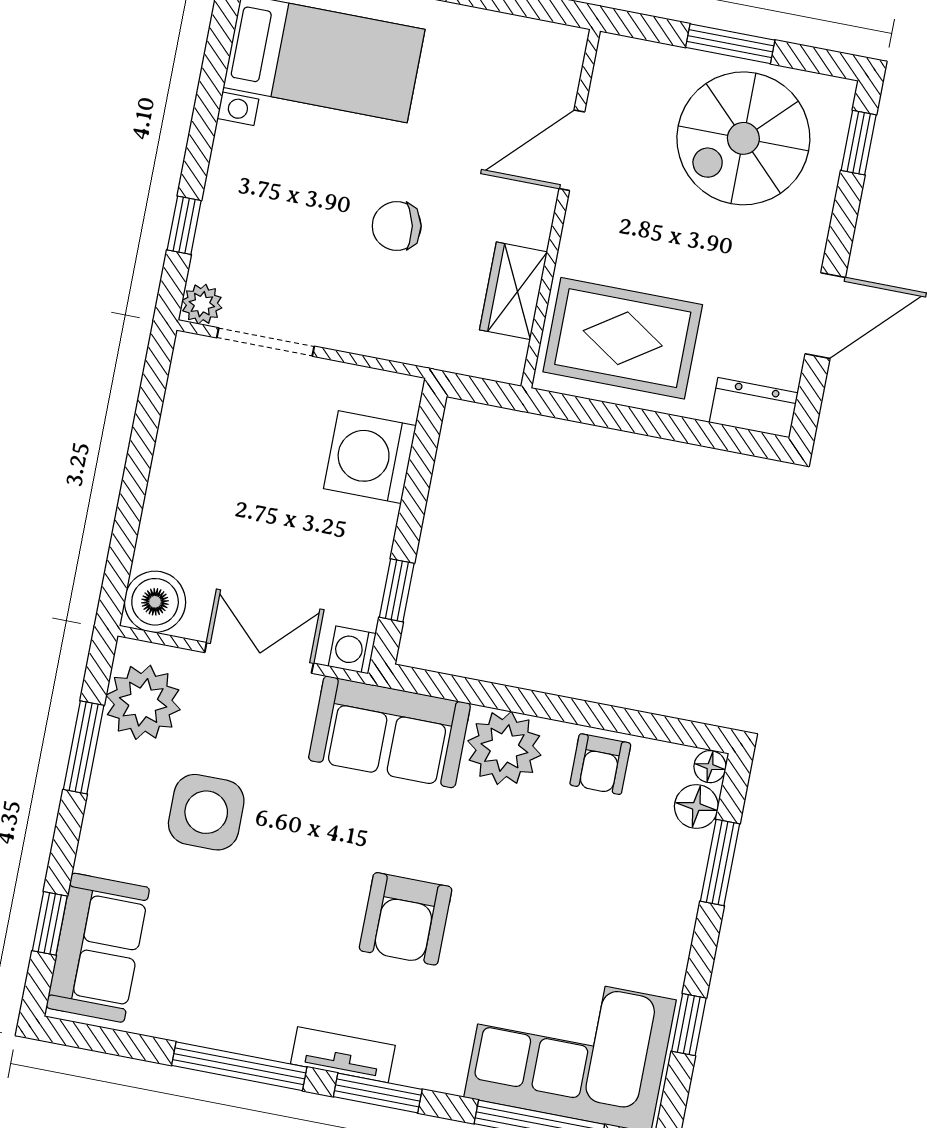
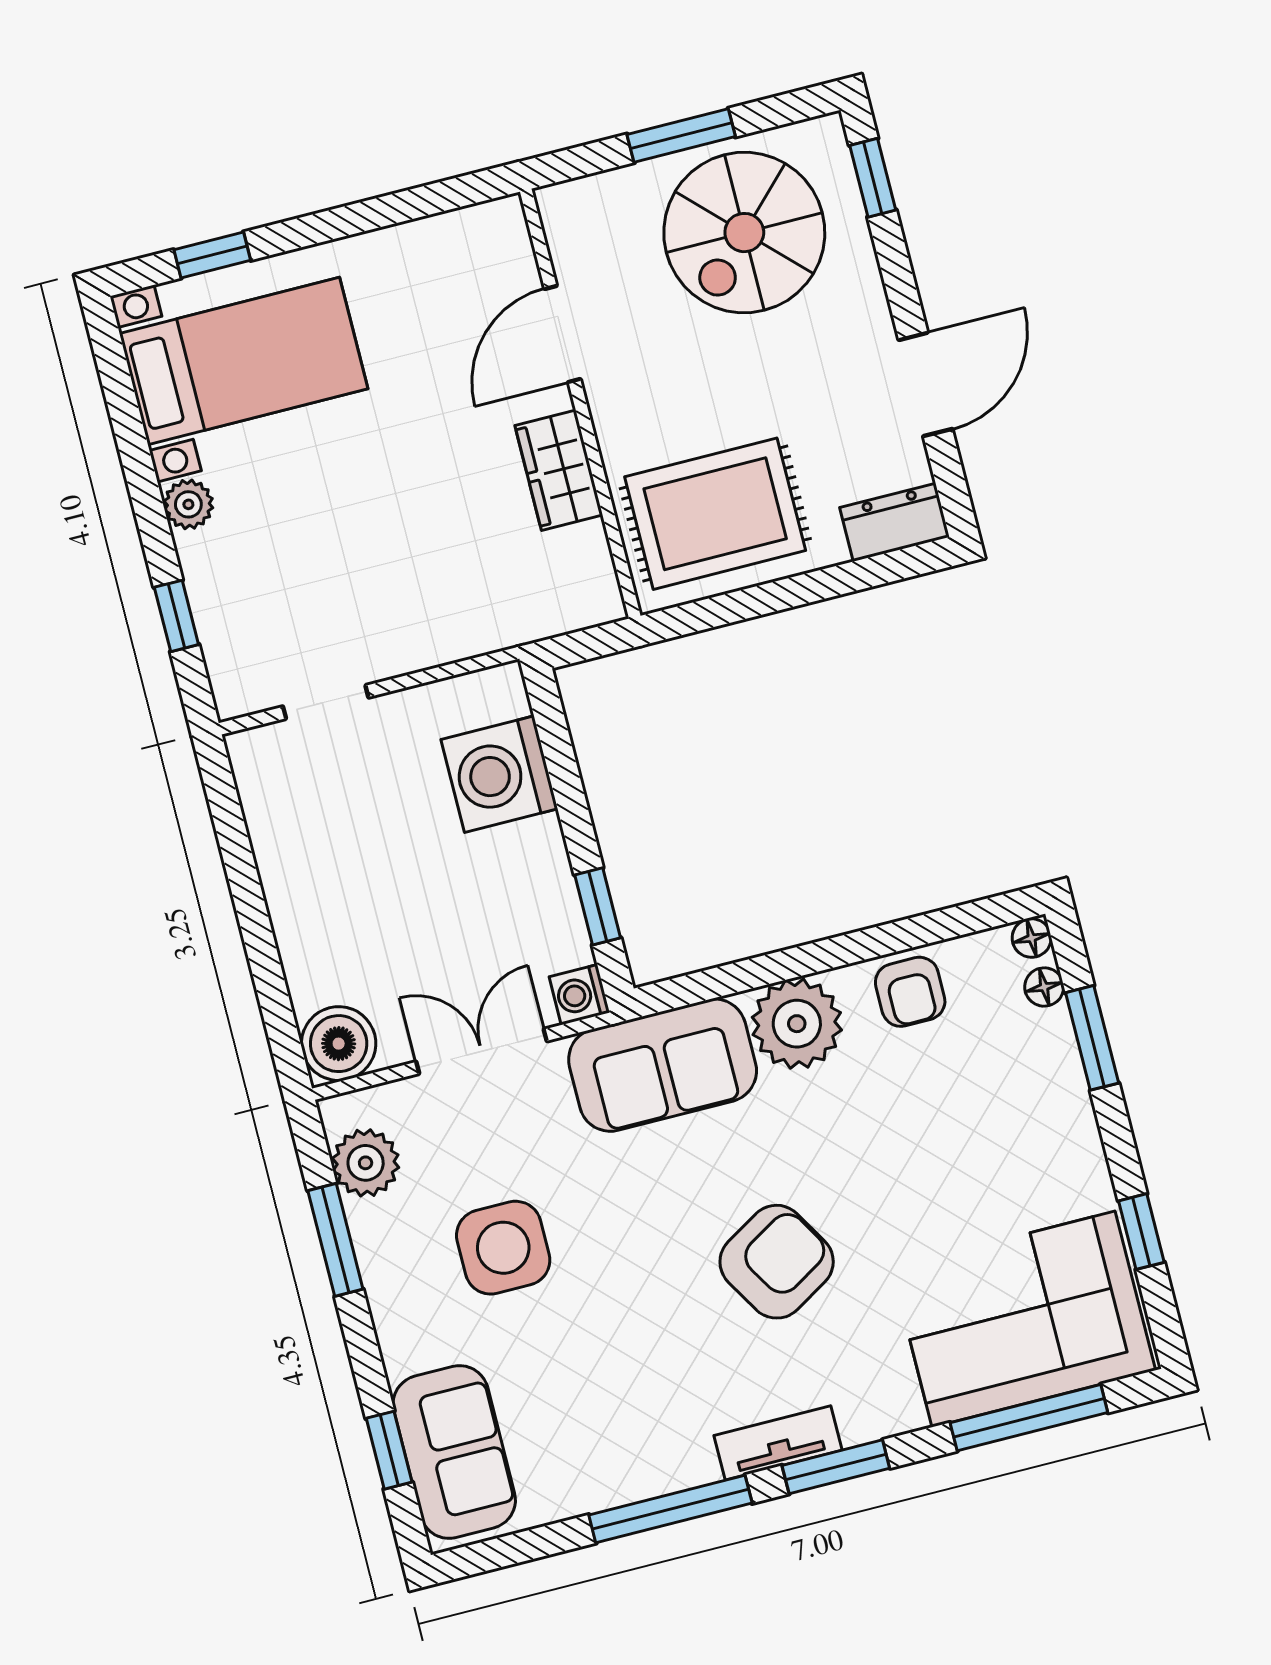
chair: (397, 226) -> (410, 507), removed
wardrobe: (513, 291) -> (559, 470), moved
plant: (202, 304) -> (188, 504), moved
doorway: (265, 342) -> (326, 702), width x0.73
plant: (143, 702) -> (366, 1163), width x0.73, depth x0.73
floor lamp: (696, 807) -> (1044, 987), width x0.73, depth x0.73
armchair: (406, 919) -> (777, 1262), turned -121

